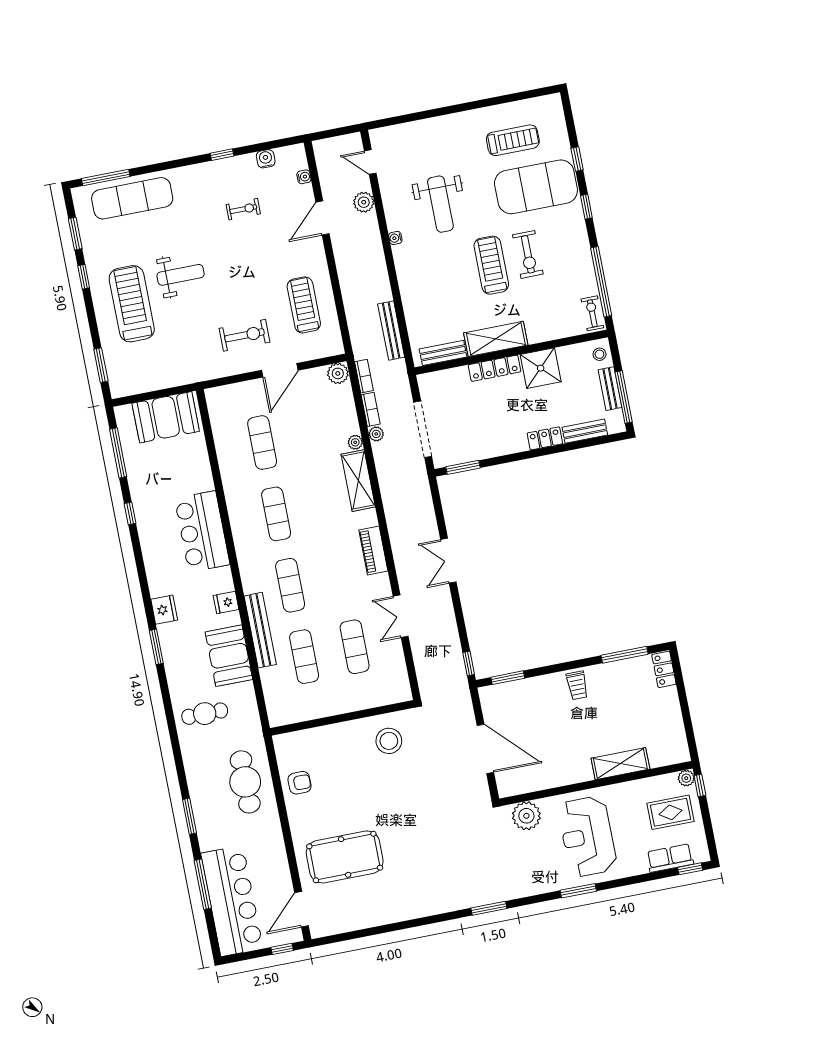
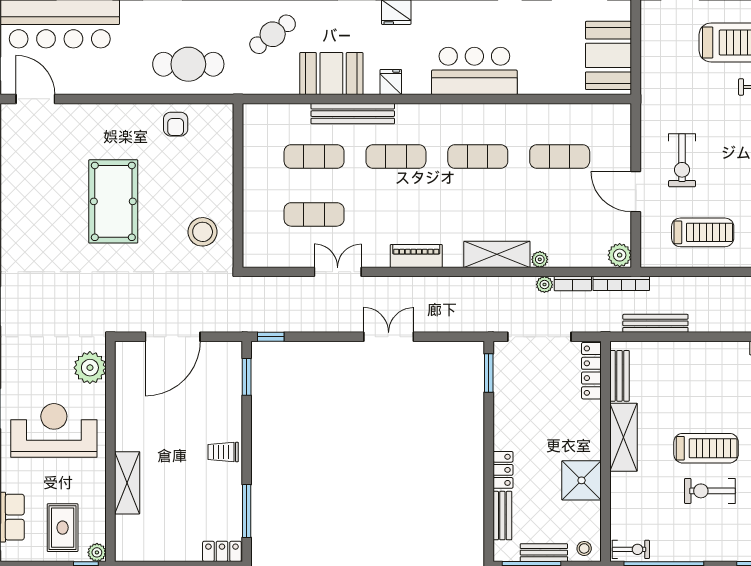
locker: (495, 368) -> (591, 371), moved
bookcase: (364, 376) -> (621, 283), width x1.56
cafe table: (205, 714) -> (273, 34), turned 53
pool table: (345, 857) -> (113, 201), moved

